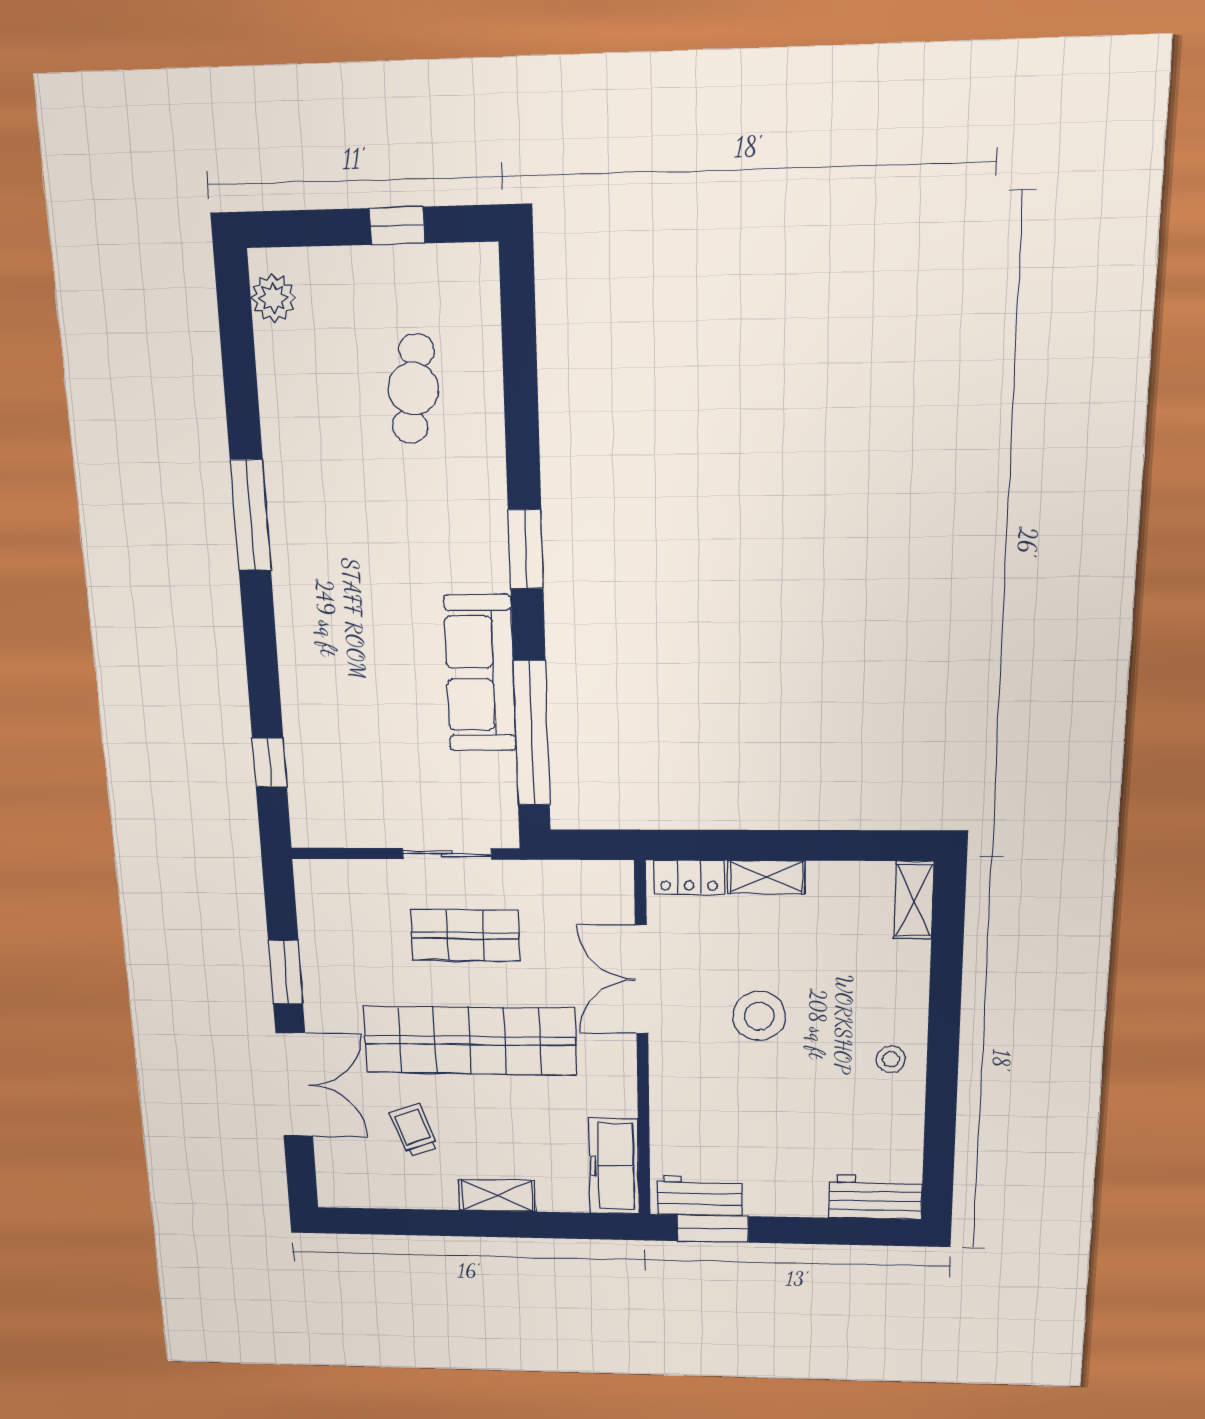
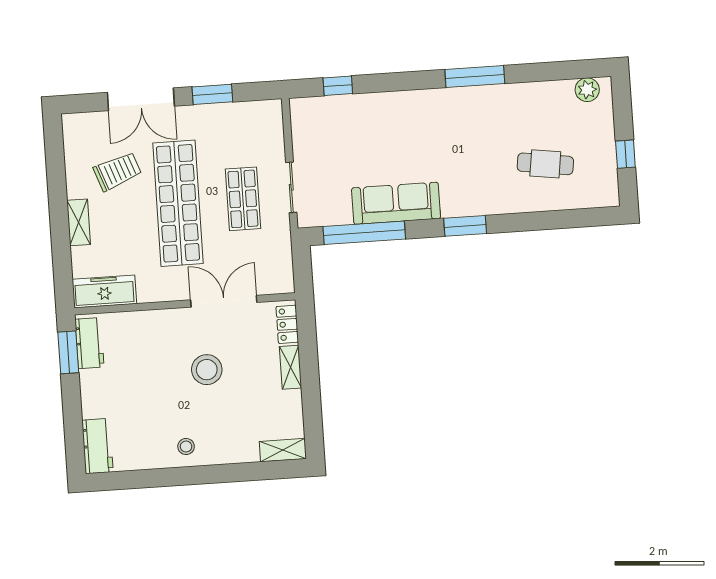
trolley: (414, 1130) -> (117, 171), width x1.36, depth x1.39

